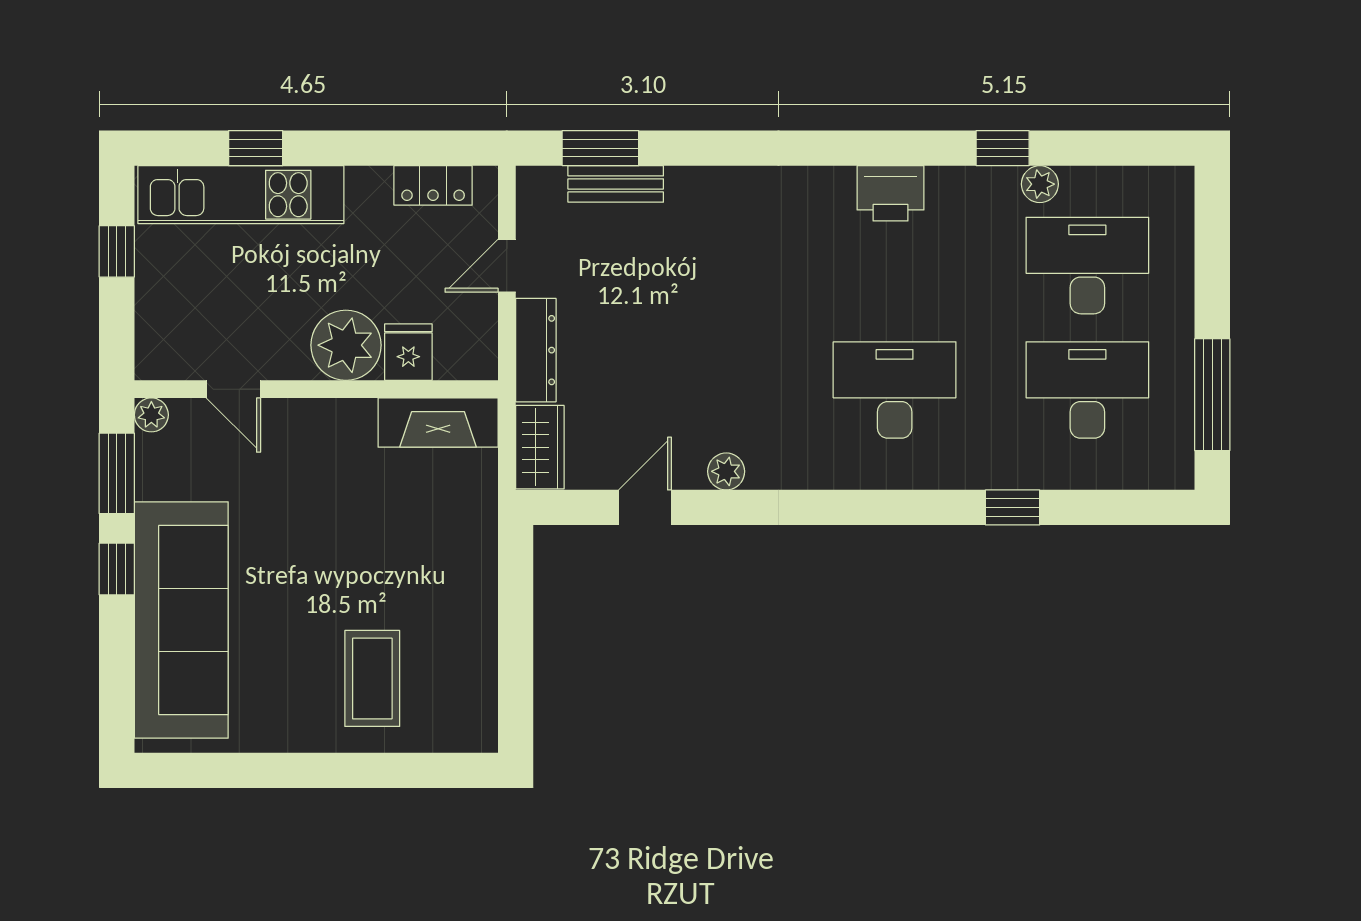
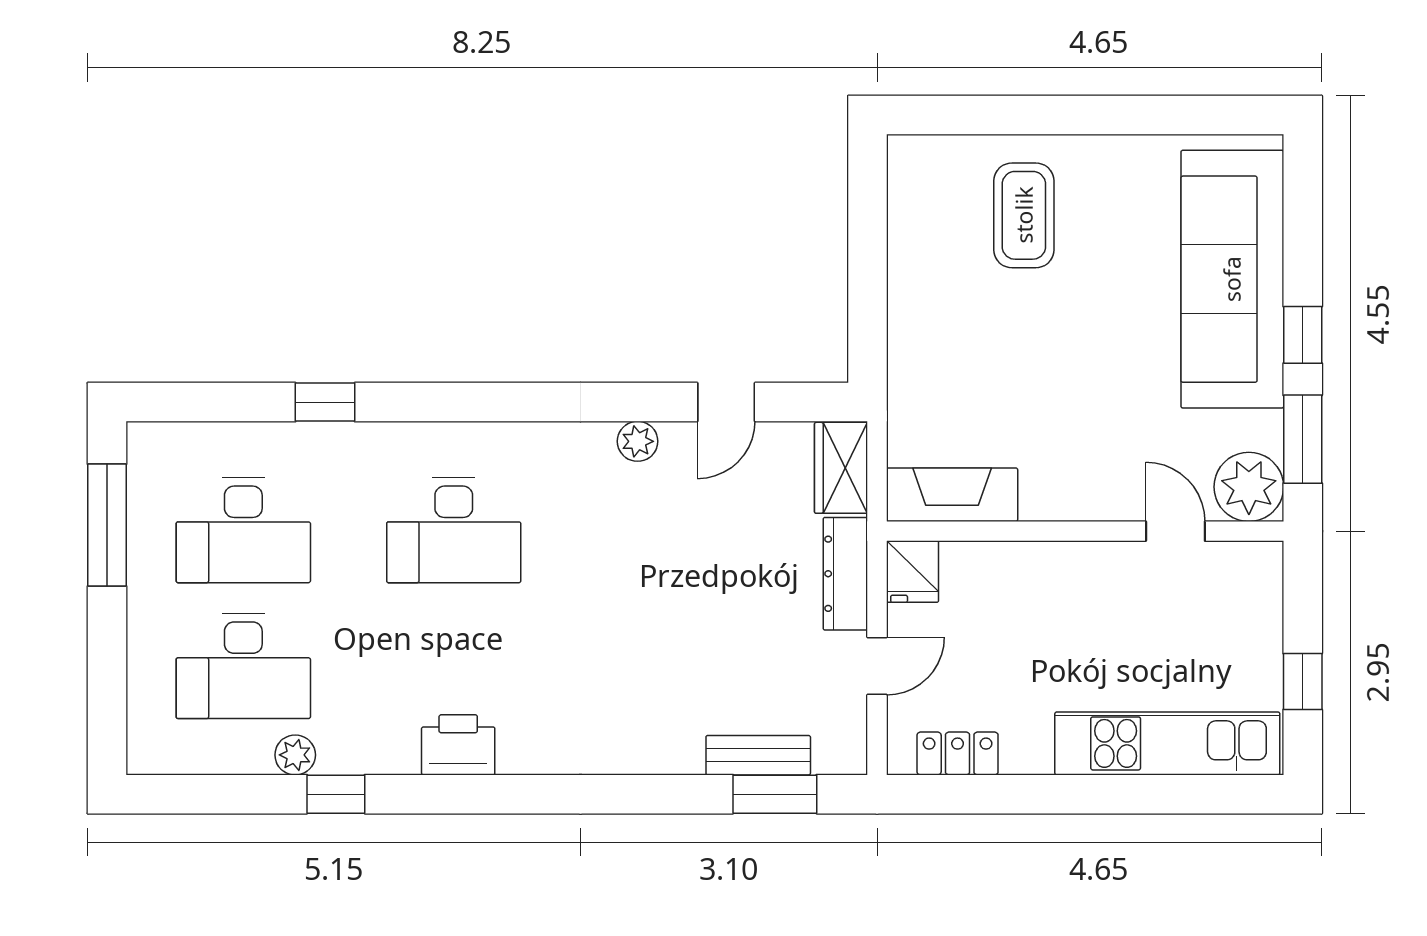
window: (256, 148) -> (1151, 794), removed
plant: (346, 345) -> (1053, 579), removed
fridge: (408, 352) -> (913, 572), moved
plant: (151, 415) -> (1249, 487), width x1.87, depth x1.87

